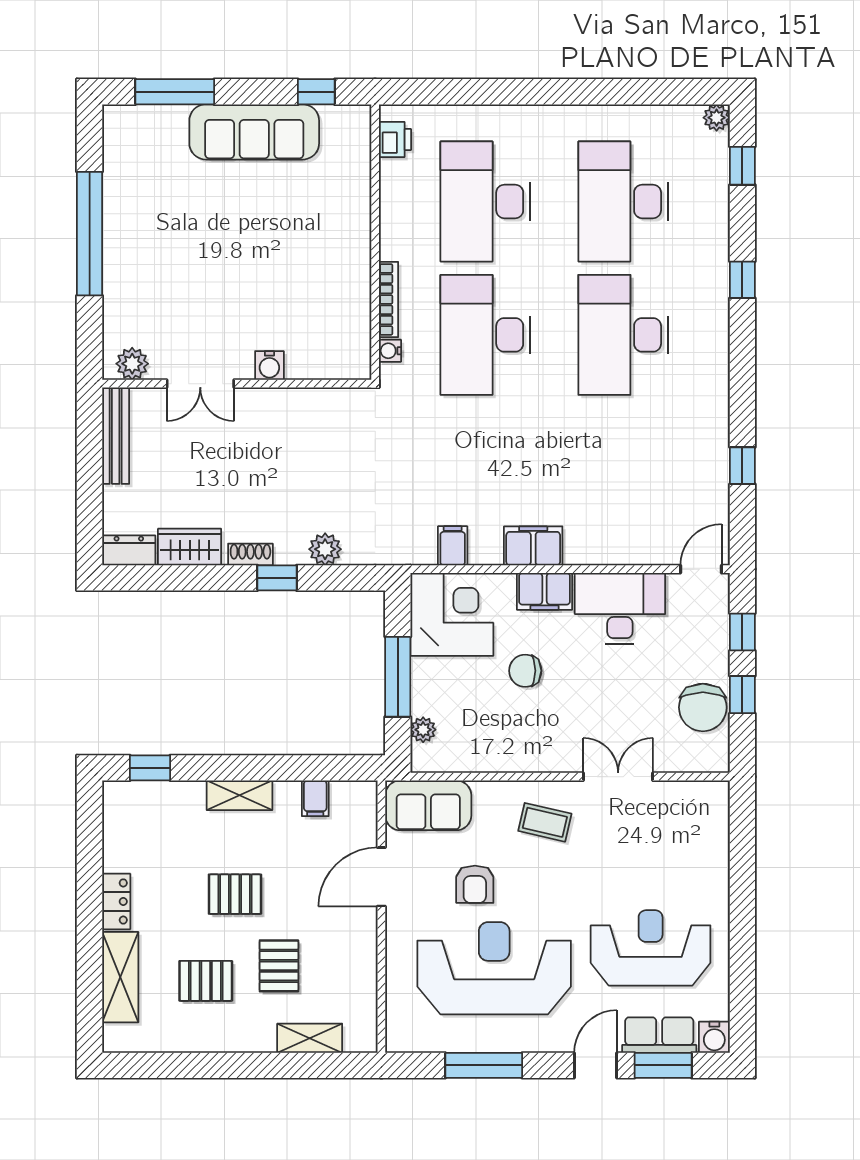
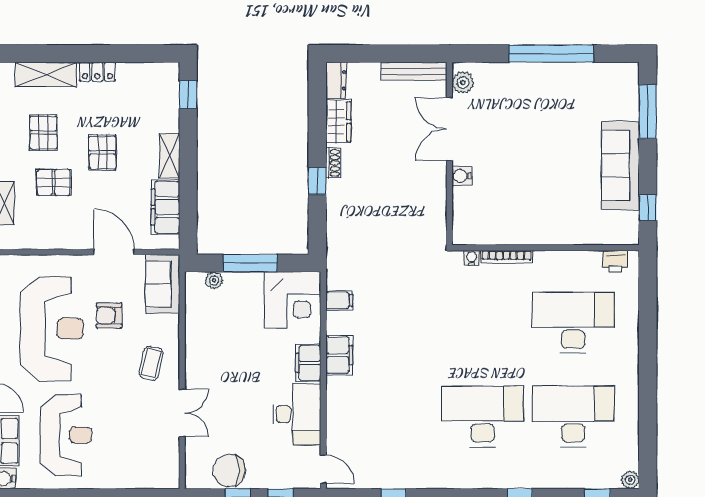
desk: (485, 335) -> (482, 323), removed
double door: (200, 384) -> (449, 129), width x1.37
plant: (325, 549) -> (337, 214), removed
chair: (525, 671) -> (254, 350), removed
filing cabinet: (315, 798) -> (165, 207), width x3.00, depth x1.17

